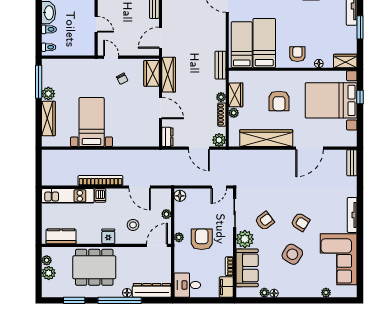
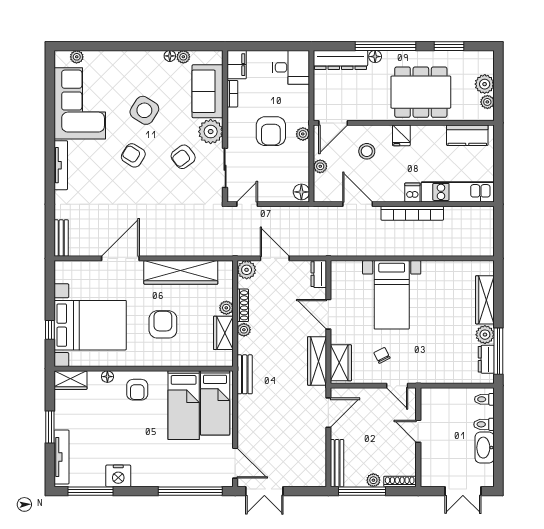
dresser: (47, 76) -> (486, 359), added
bed with nightstands: (92, 122) -> (392, 295), moved
plant: (326, 293) -> (77, 57), moved

